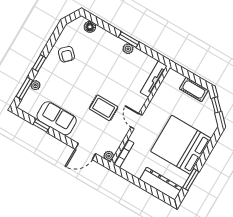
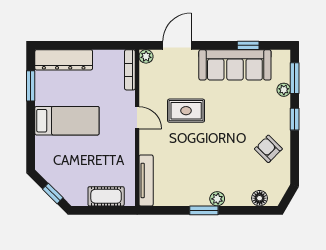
plant: (128, 49) -> (217, 199), moved
cot: (194, 89) -> (106, 196), moved
sofa: (57, 118) -> (235, 65), width x1.36
bed: (181, 145) -> (67, 121), width x0.49

